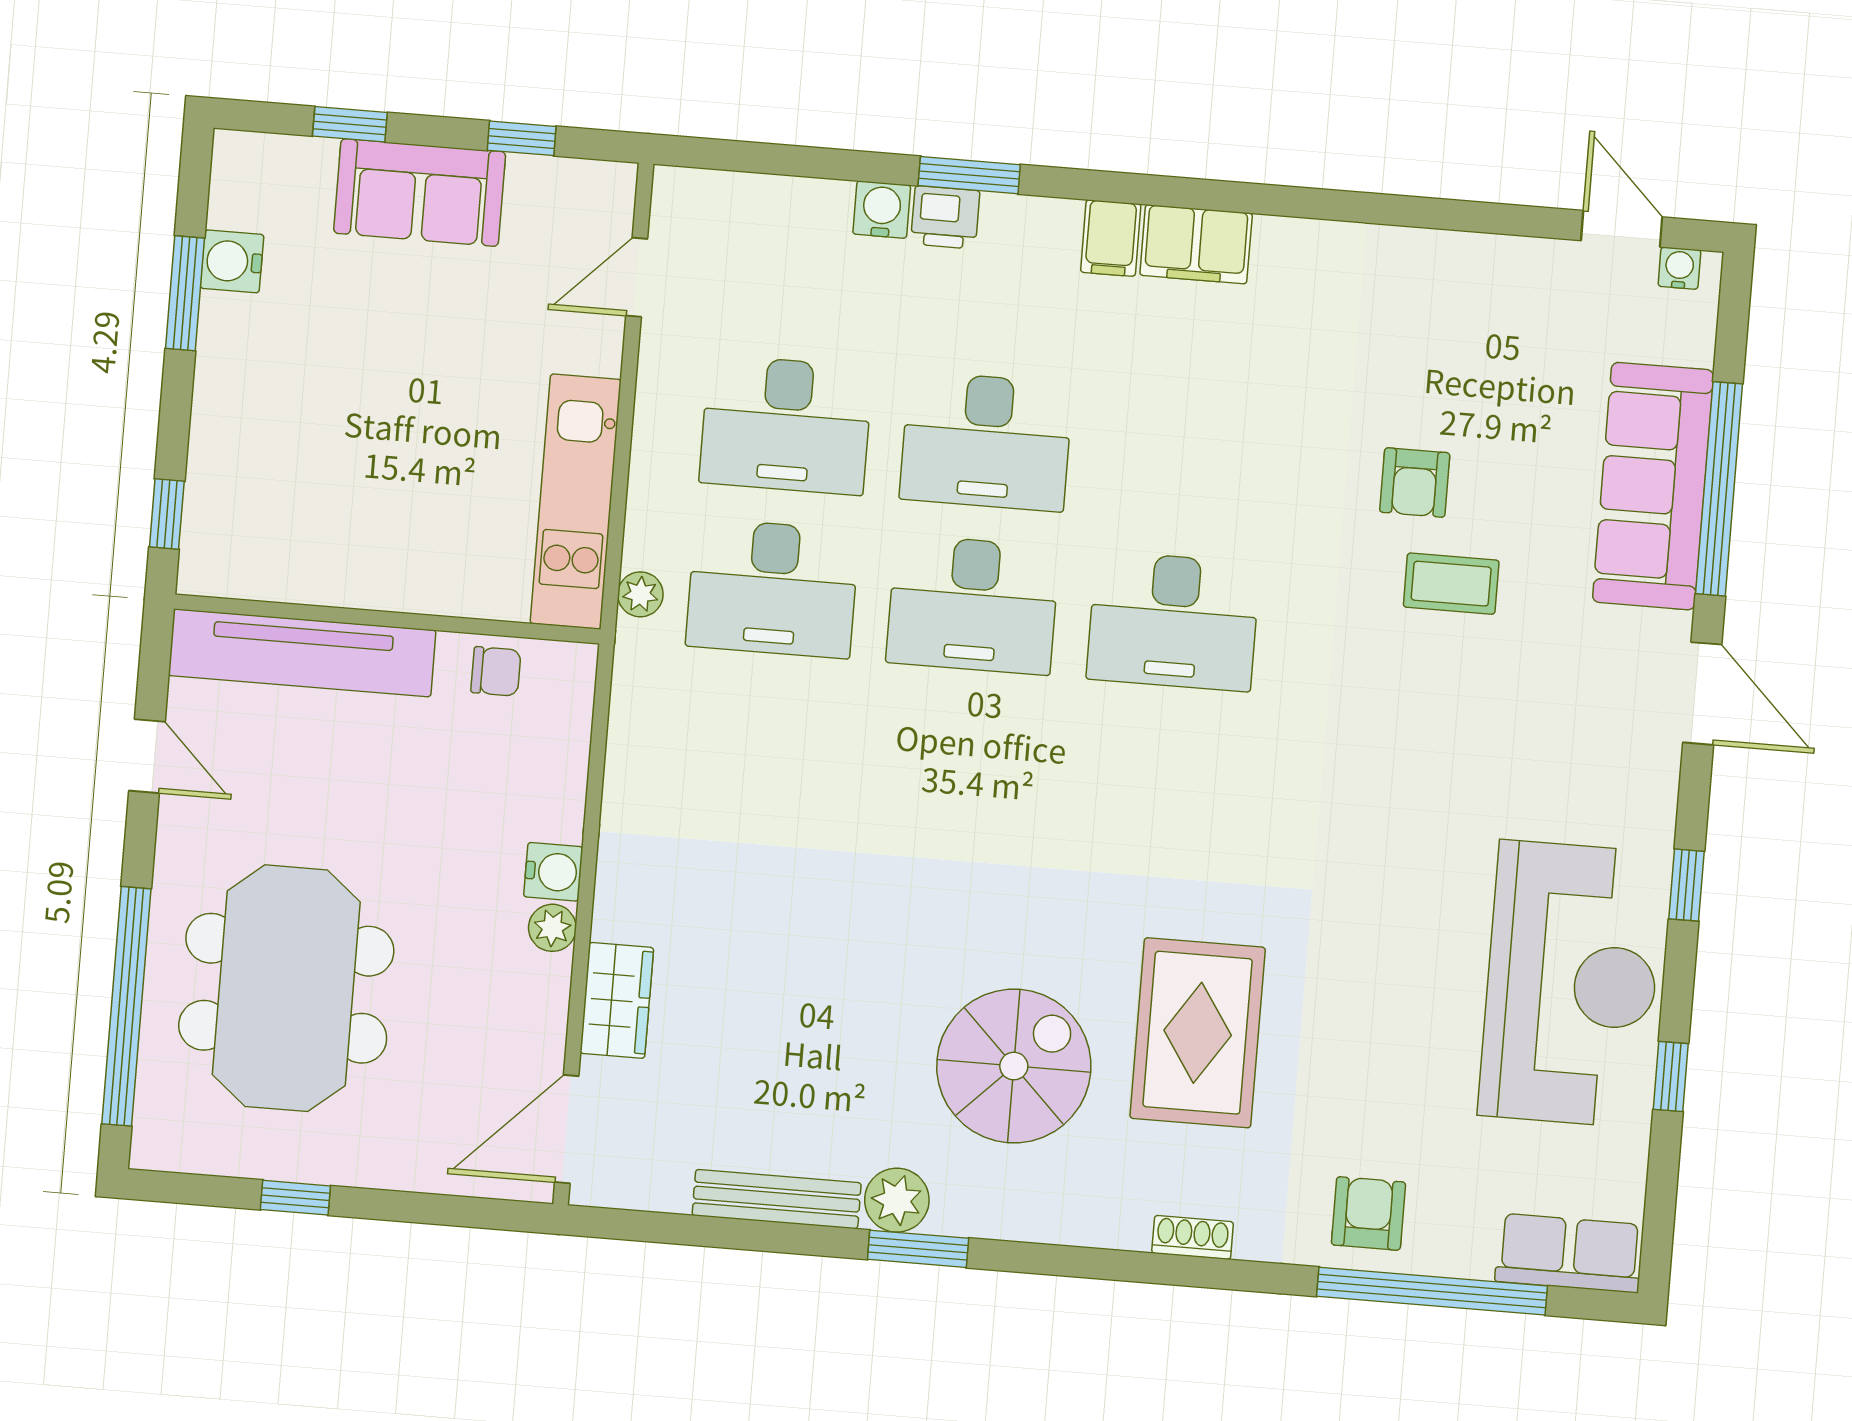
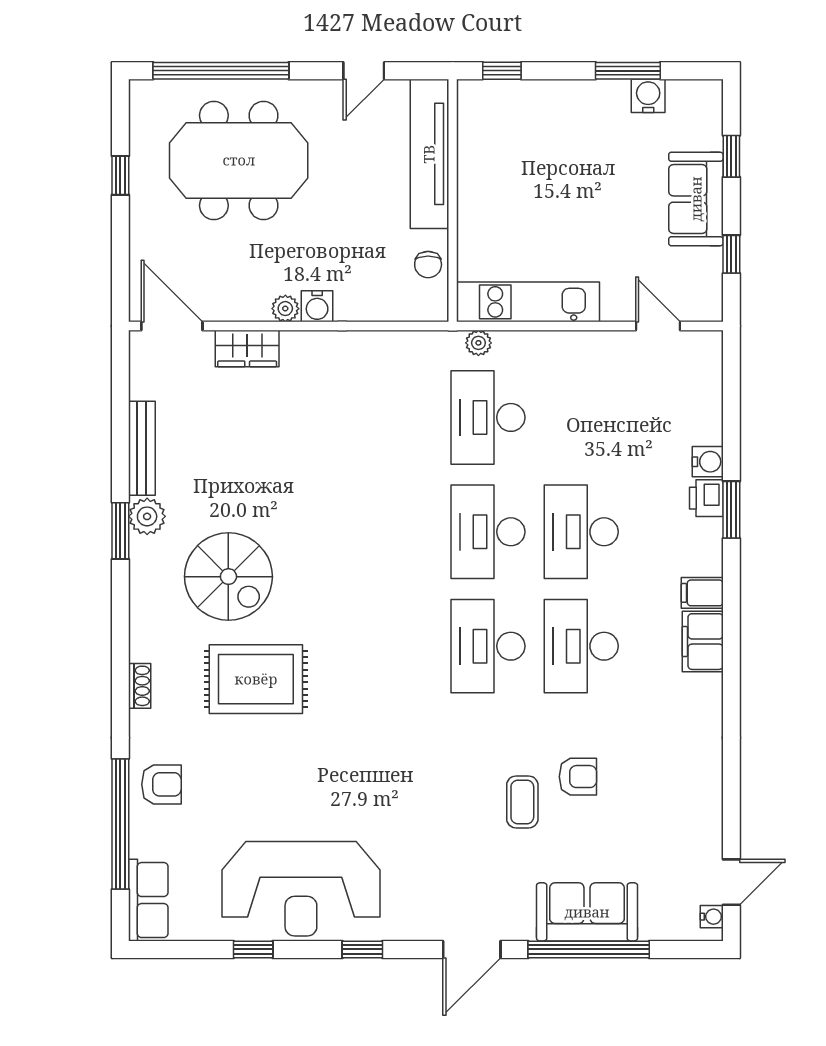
desk: (786, 425) -> (581, 646), moved
armchair: (1415, 483) -> (578, 777), turned 180
sofa: (1653, 486) -> (587, 912), width x0.73

